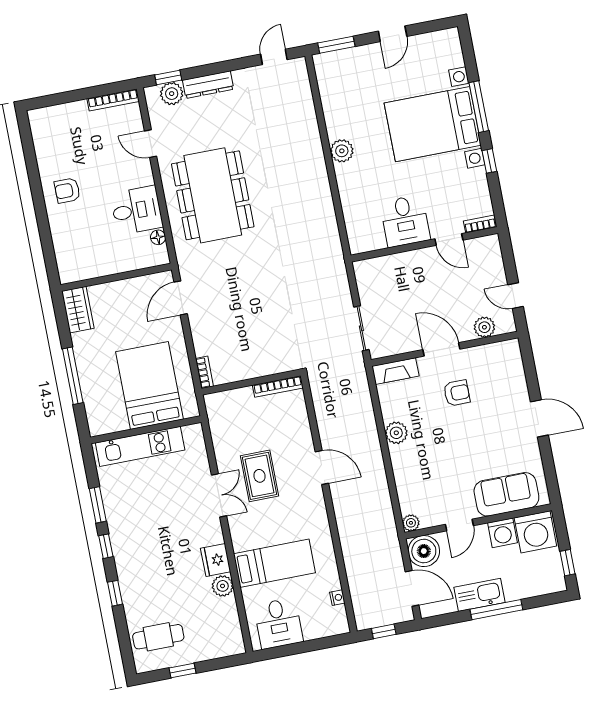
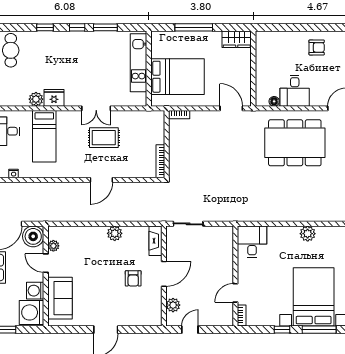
armchair: (67, 190) -> (317, 47), turned 90
desk: (405, 221) -> (252, 242), moved, turned 90
plant: (411, 523) -> (53, 246), moved

